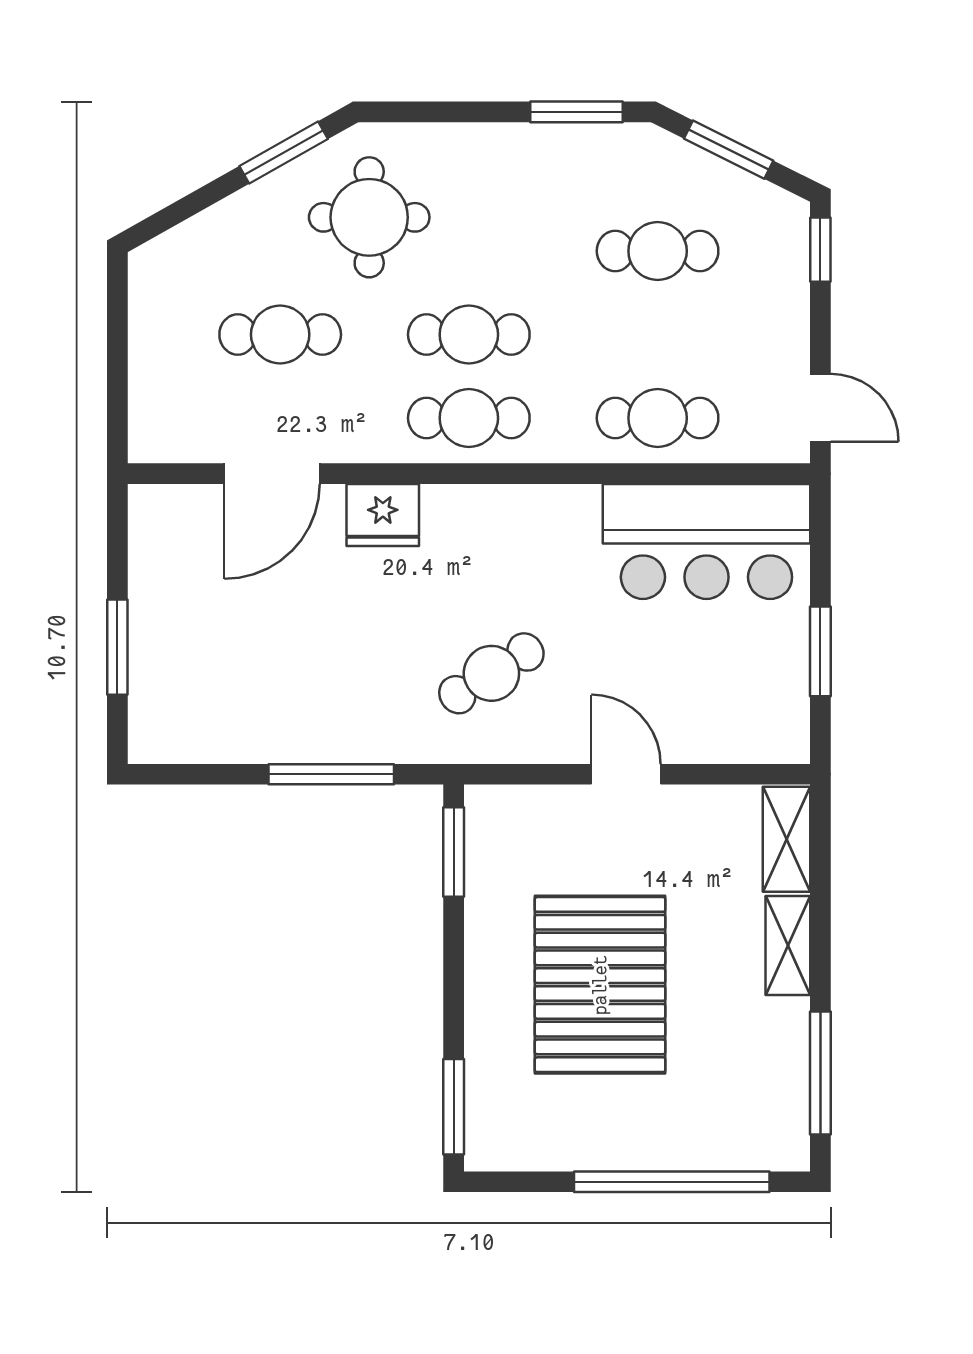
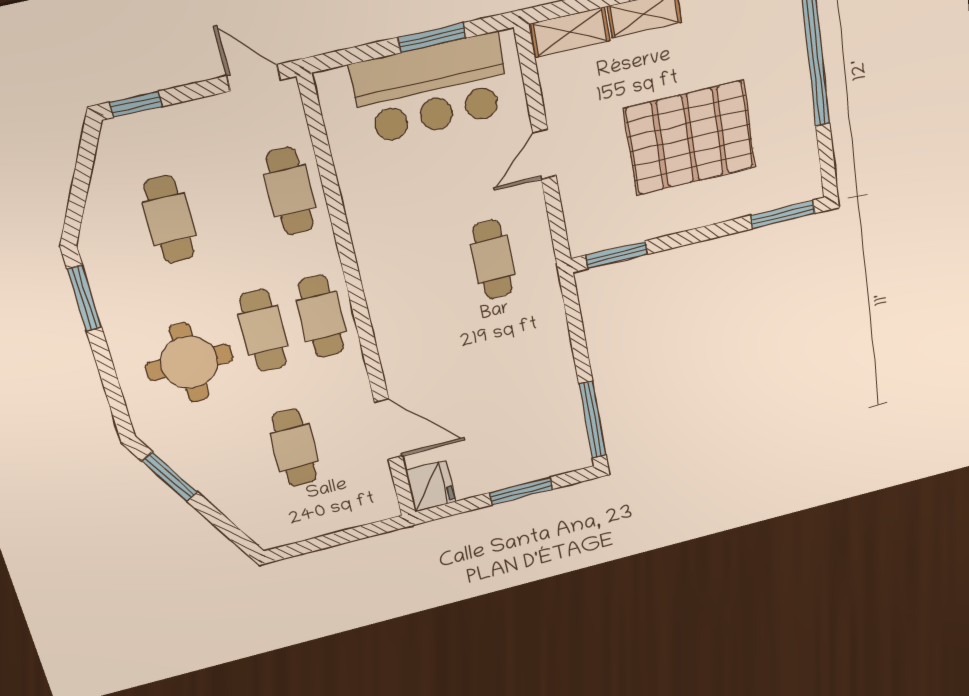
window: (729, 150) -> (80, 187), removed
round table: (369, 217) -> (189, 362), moved
door: (820, 408) -> (254, 78), hinge flipped
fridge: (383, 515) -> (431, 486), moved
bar counter: (706, 541) -> (431, 89), moved, turned 90
cafe table: (491, 673) -> (492, 259), turned 32
window: (331, 774) -> (592, 420), moved

